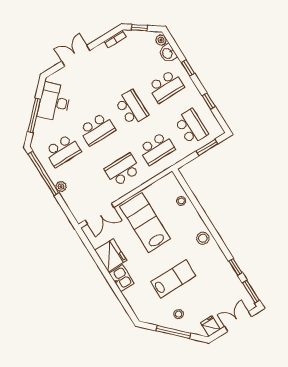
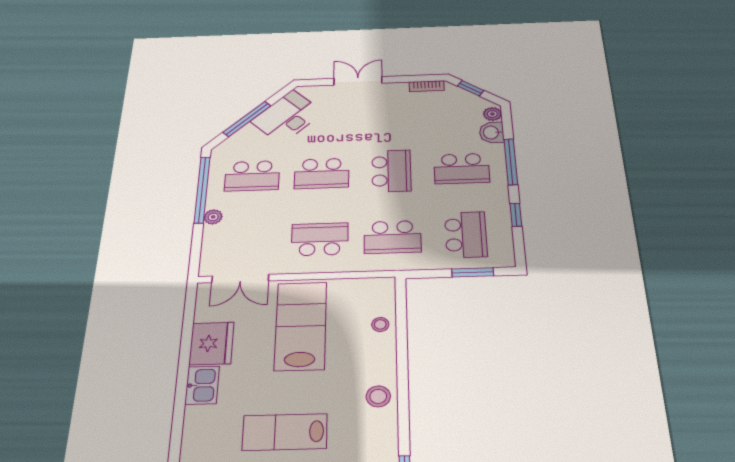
window: (188, 68) -> (511, 162), width x2.17
lab bench: (173, 279) -> (285, 432), turned 180

